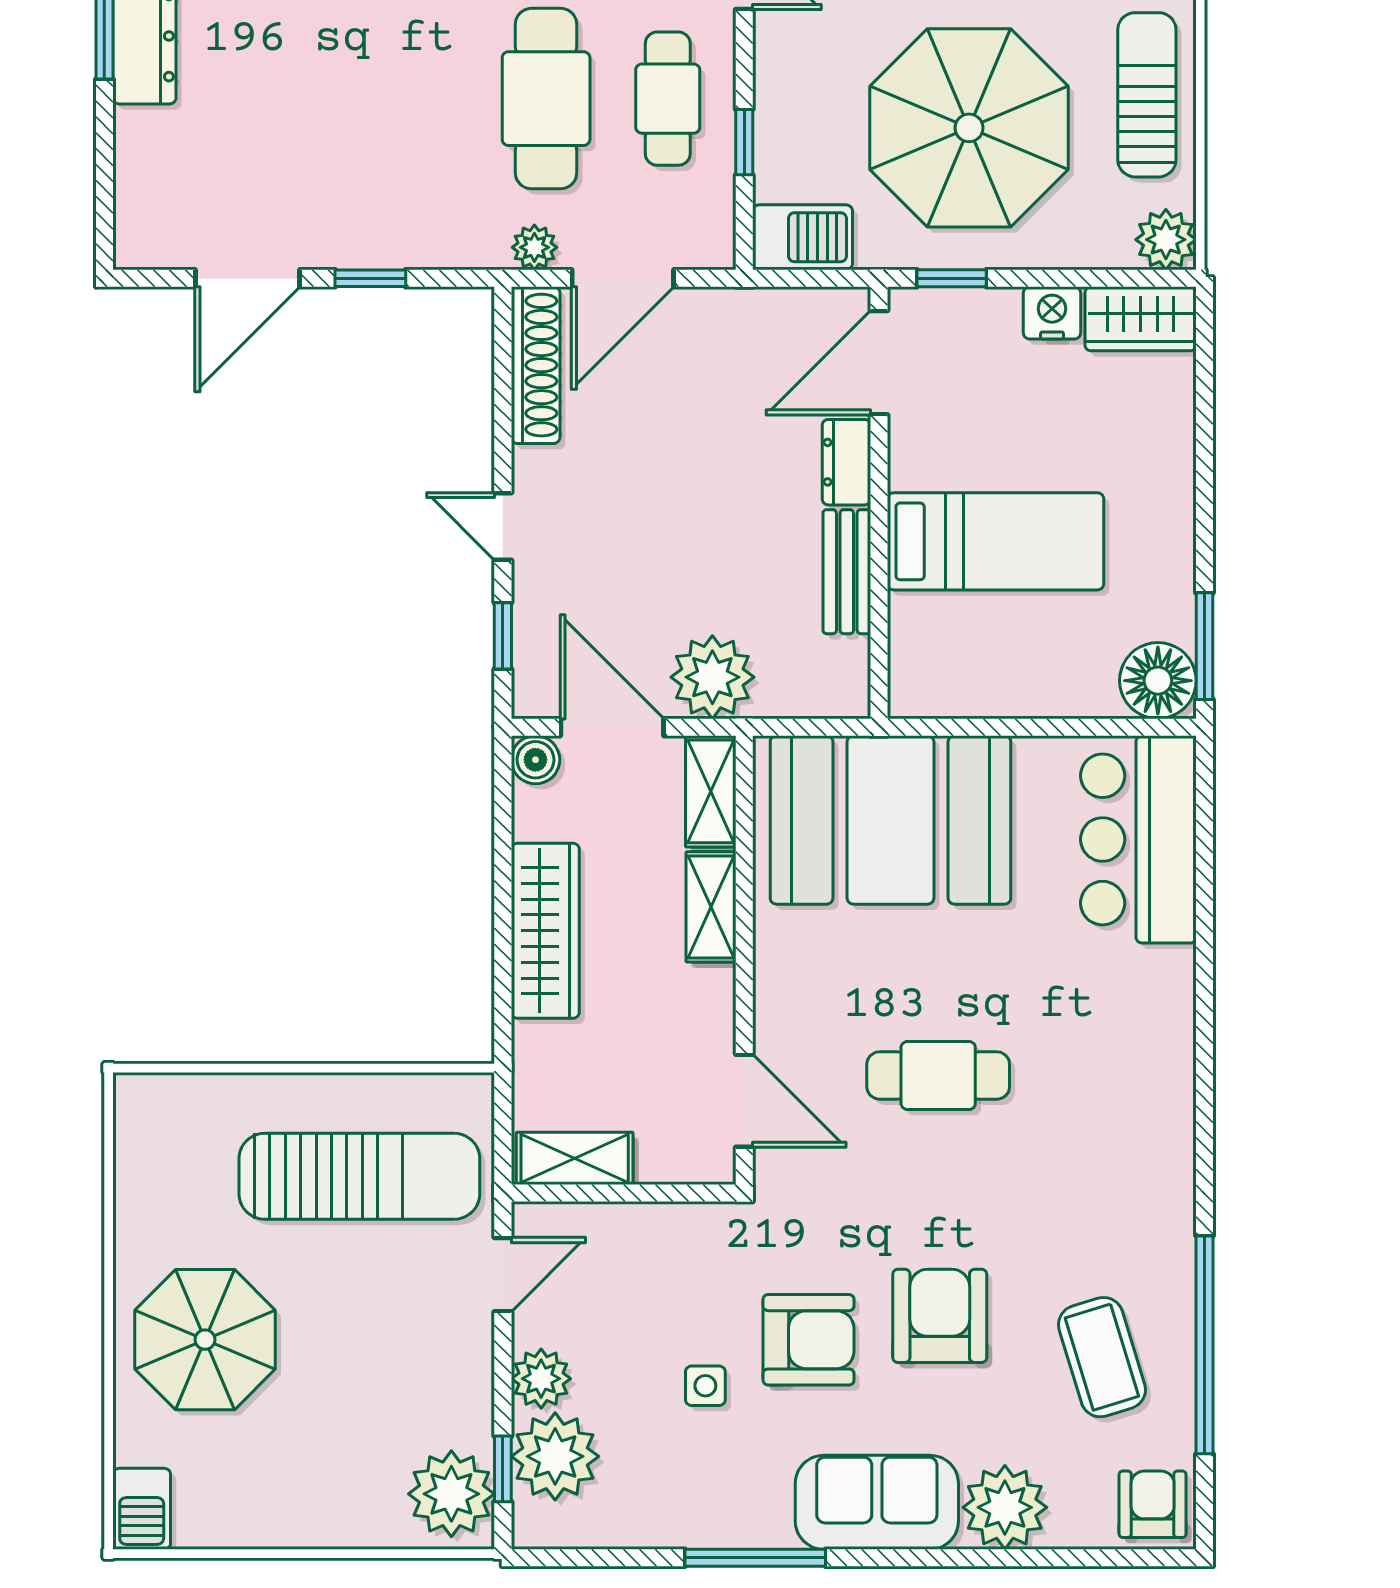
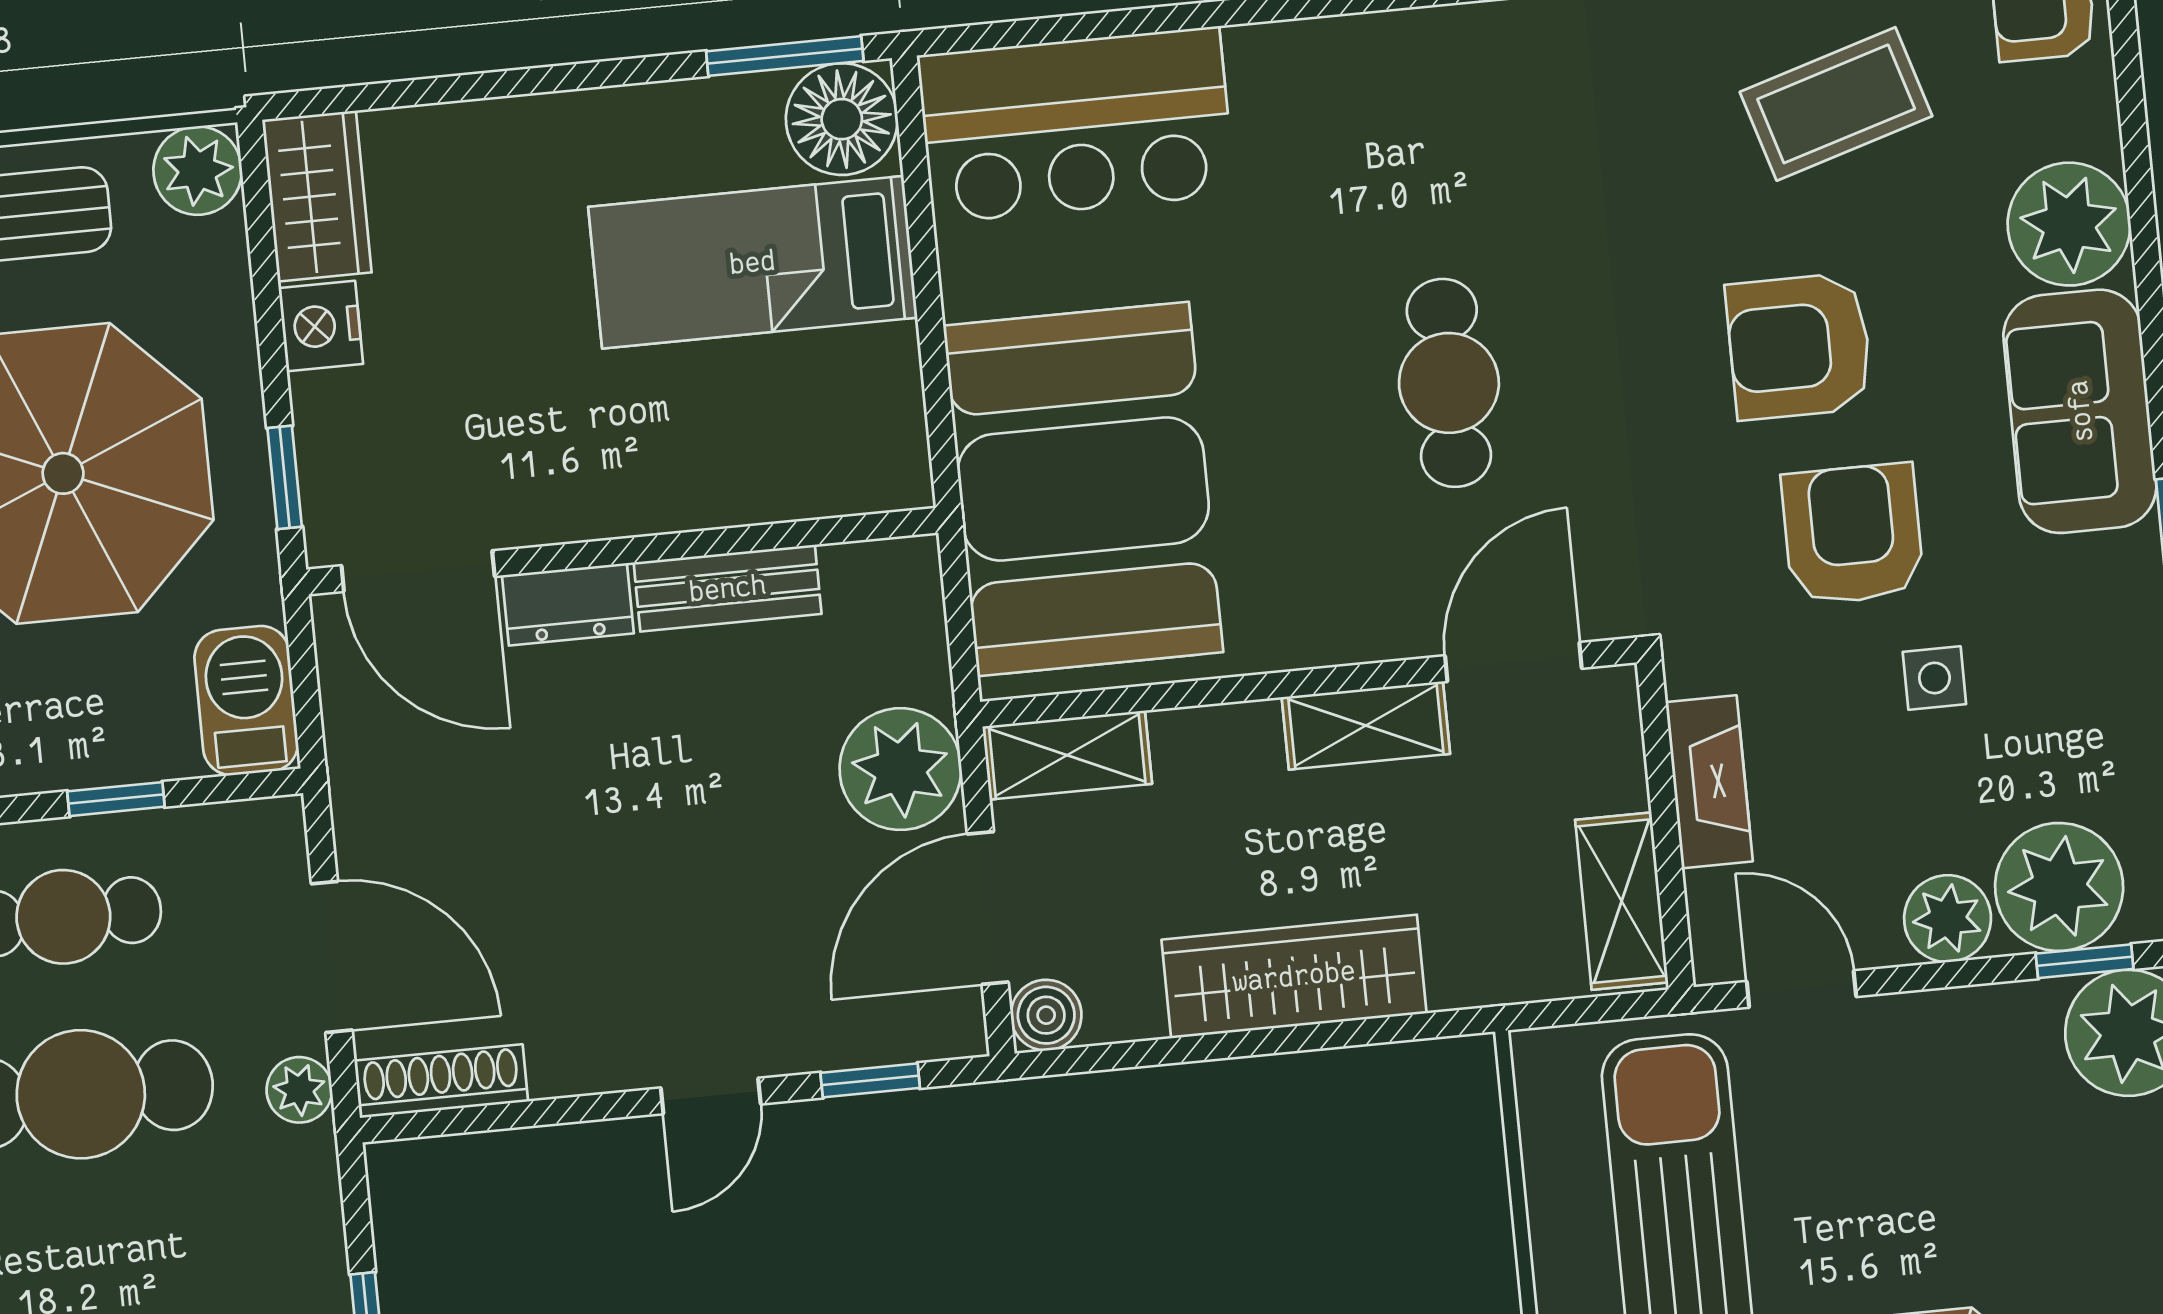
shoe rack: (536, 365) -> (441, 1081), width x0.74, depth x0.81
bed: (996, 541) -> (753, 262), moved, turned -90
shelving: (711, 907) -> (1366, 726), moved
fireplace: (650, 1226) -> (1709, 782), added

